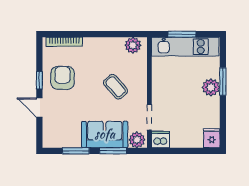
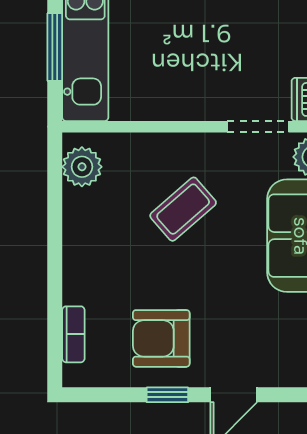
bookcase: (64, 42) -> (73, 334), width x0.64

